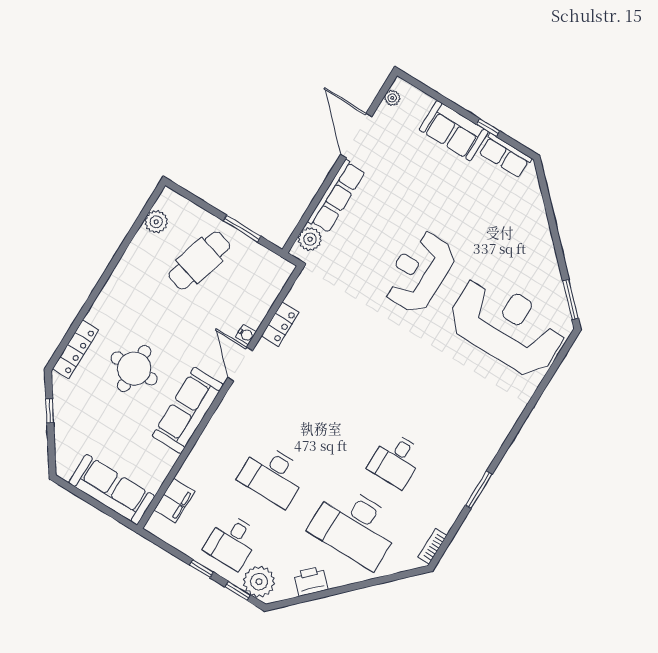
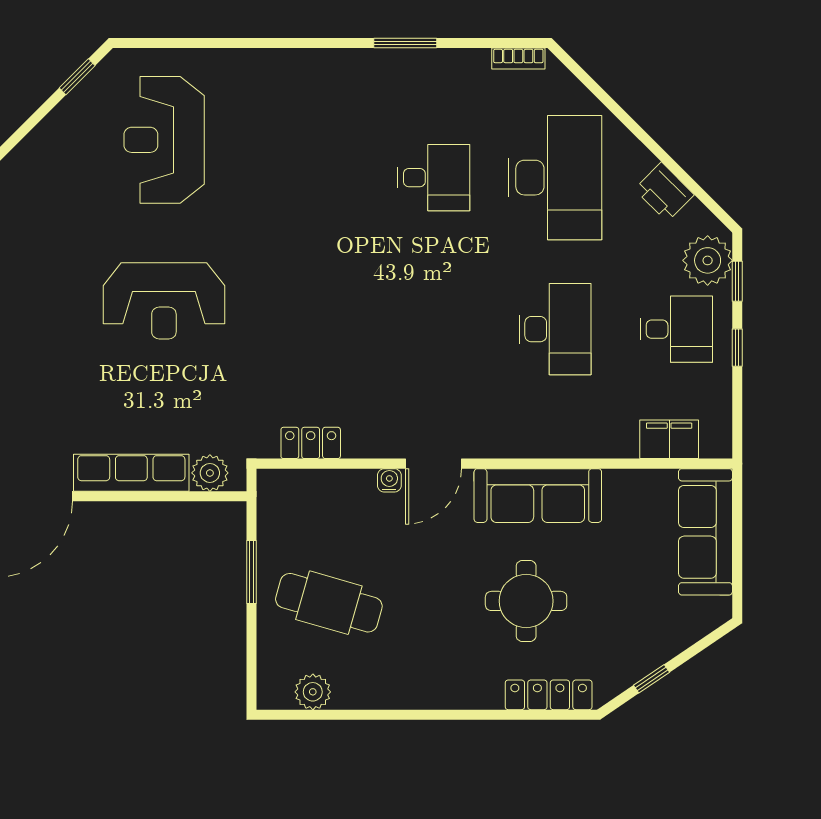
window: (571, 300) -> (77, 77), width x0.67
locker: (280, 324) -> (311, 443), moved
reception desk: (507, 326) -> (164, 140), width x0.74, depth x0.77

